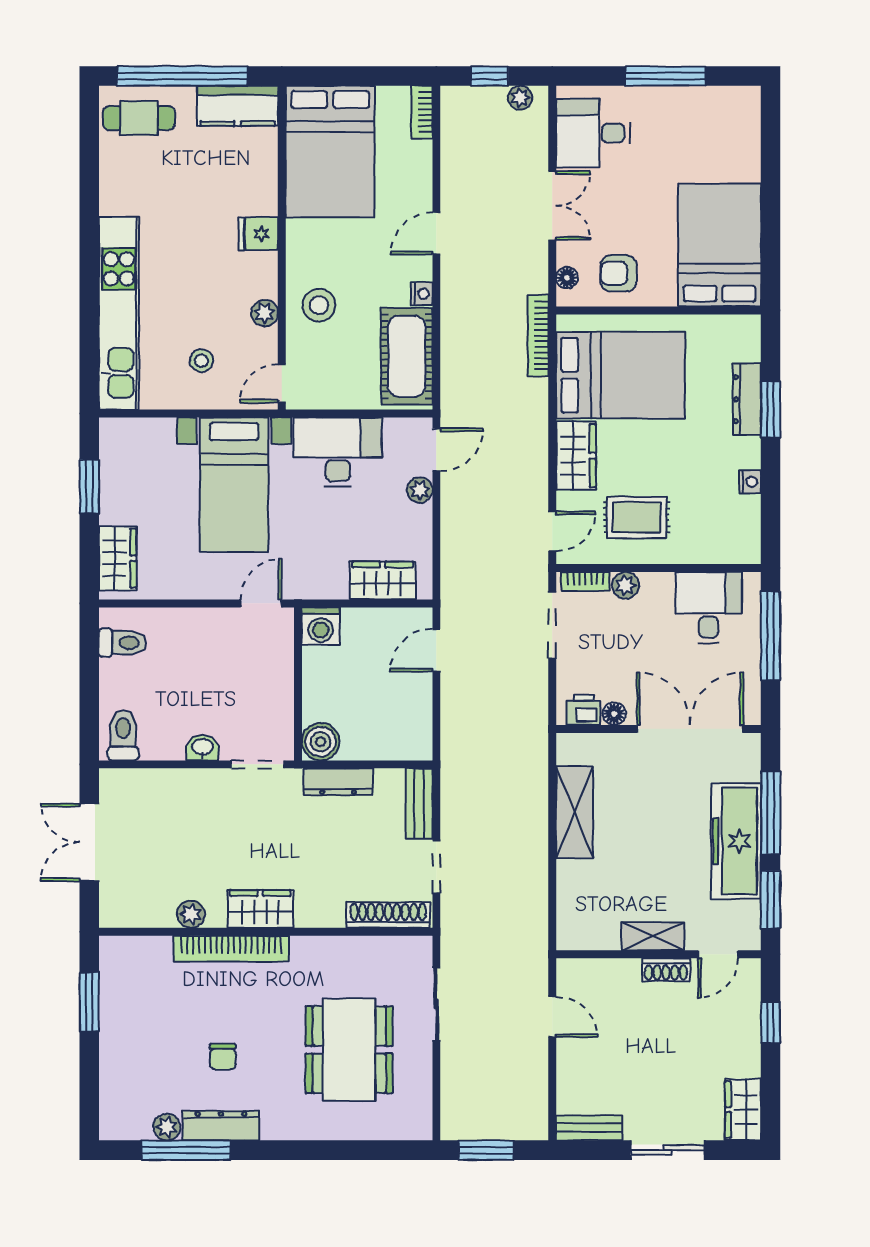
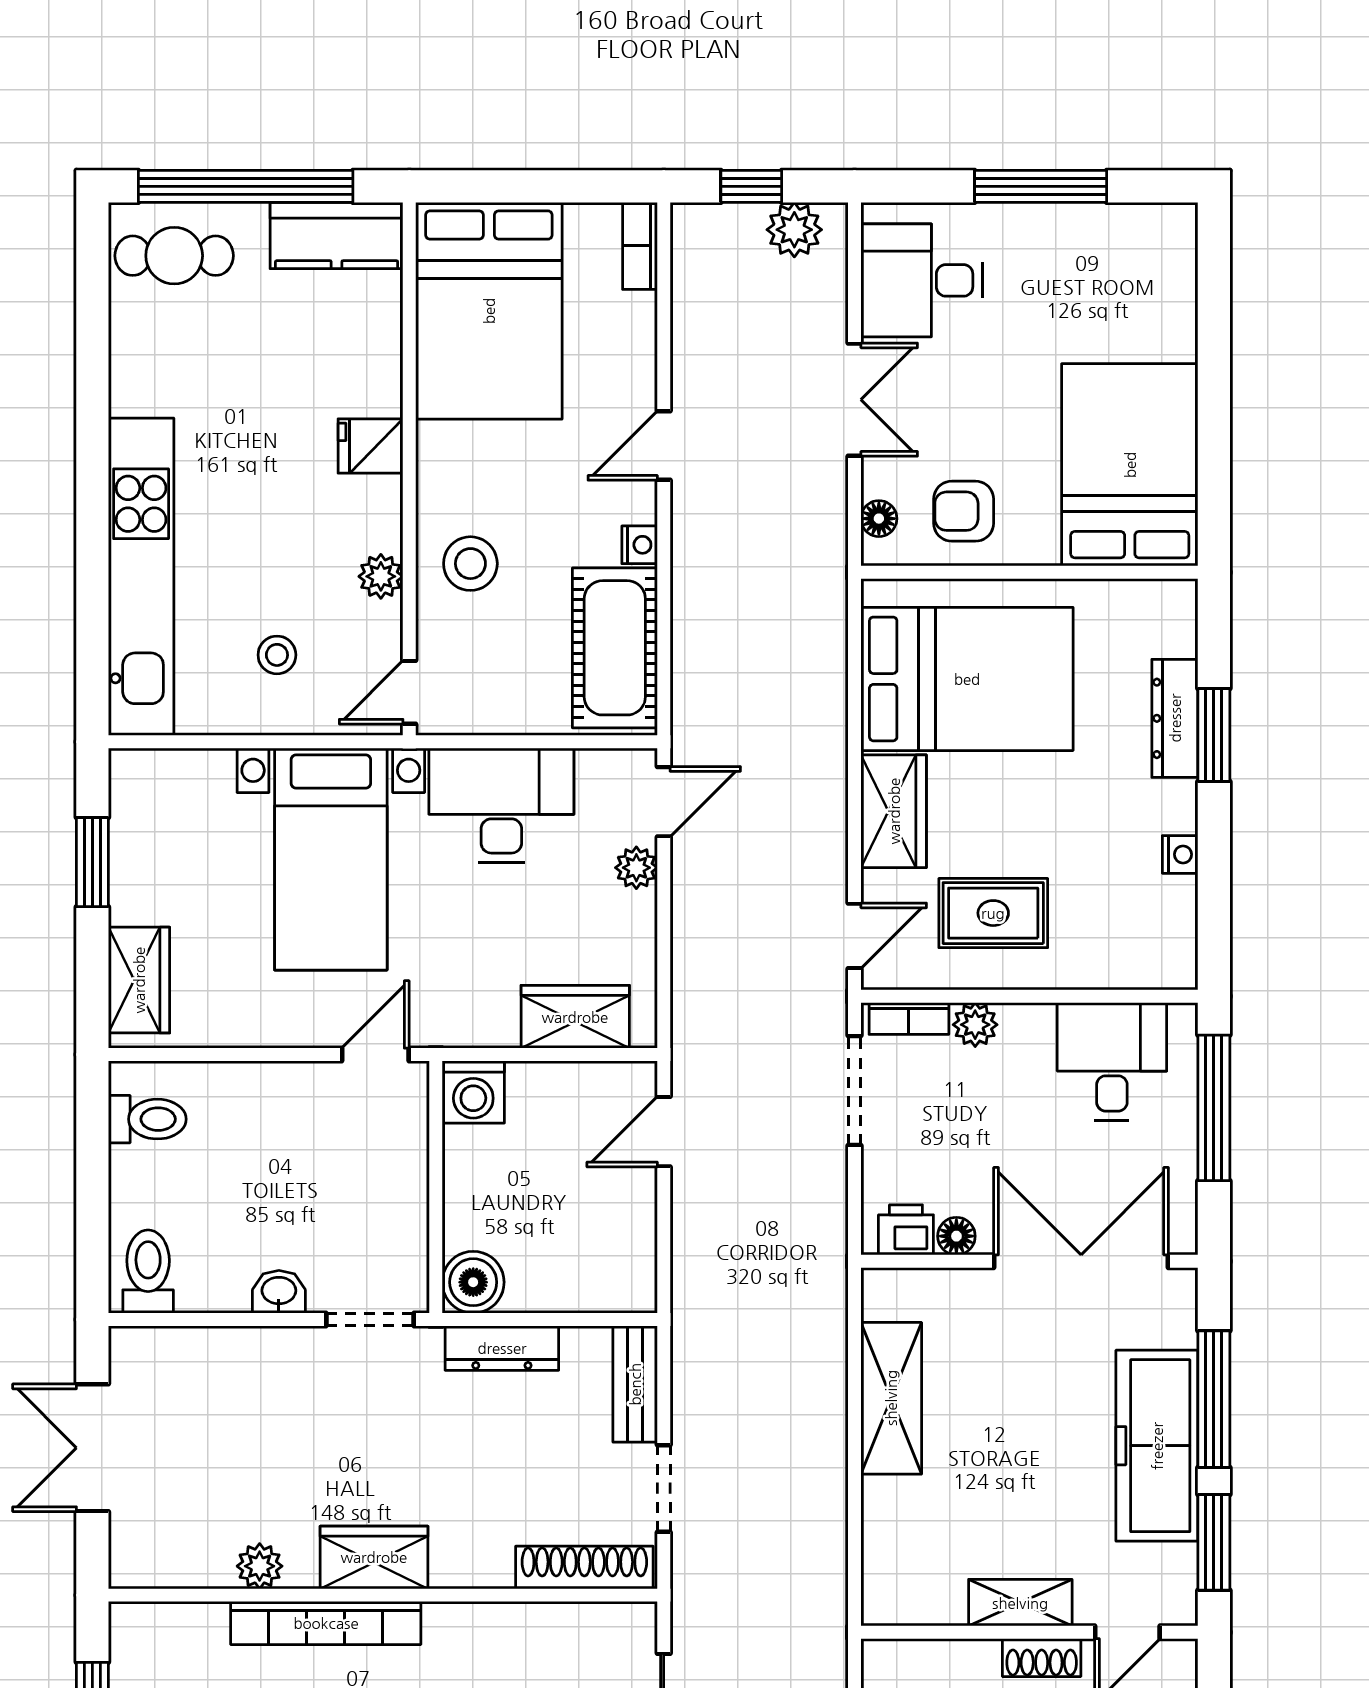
plant: (520, 98) -> (794, 230), width x1.38, depth x1.38
bookcase: (538, 336) -> (831, 614), removed

